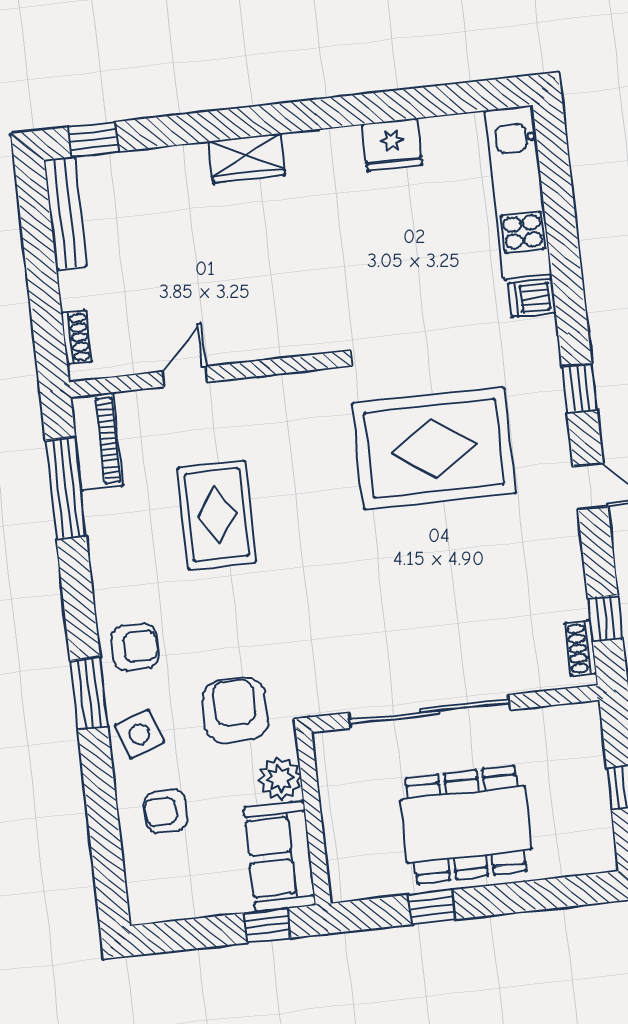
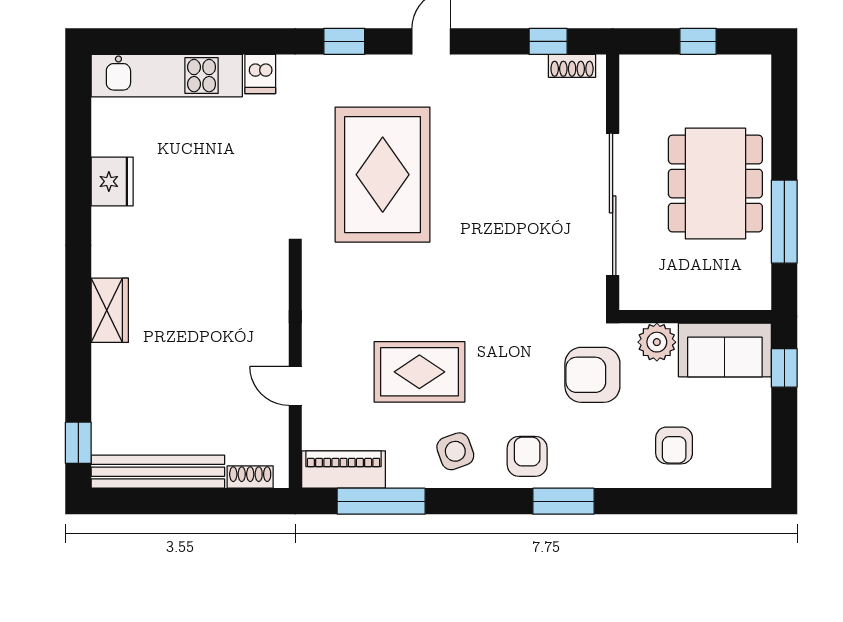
bench: (65, 213) -> (158, 472), width x1.37, depth x1.21
side table: (140, 734) -> (455, 451), moved
window: (432, 907) -> (784, 222), width x2.17

